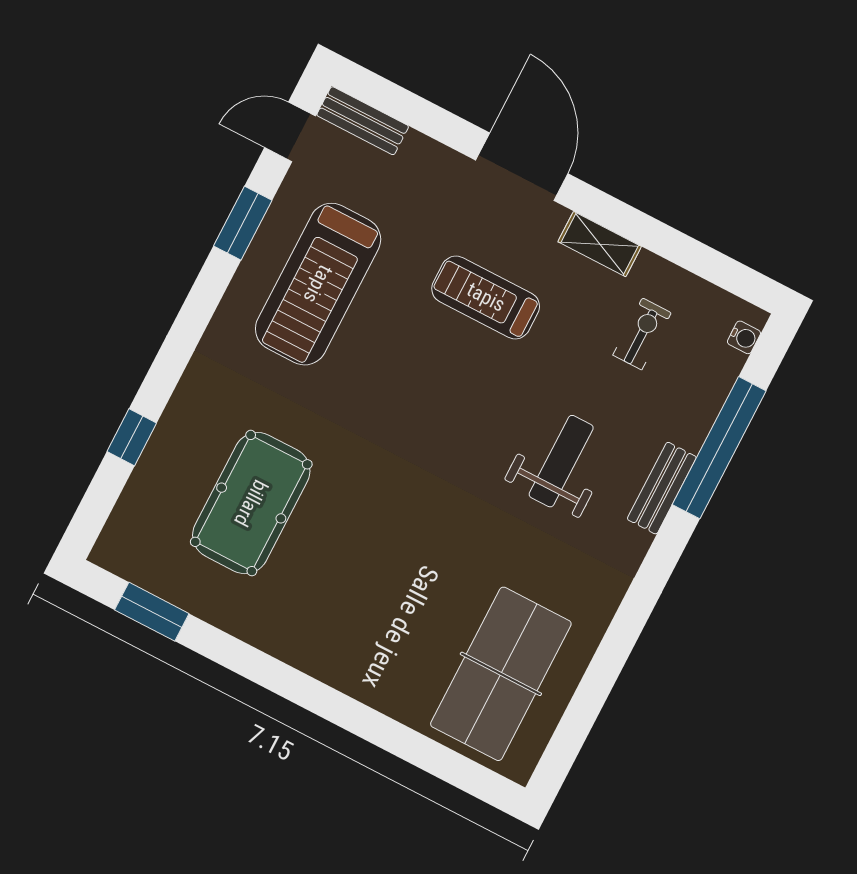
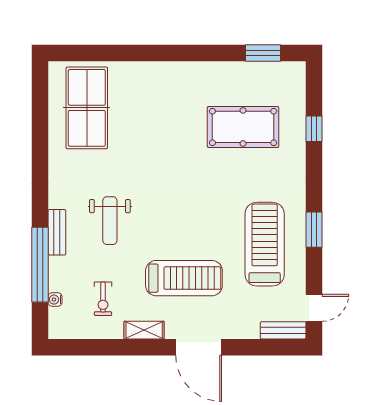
window: (243, 223) -> (314, 230), moved
treadmill: (486, 297) -> (184, 278), width x1.37, depth x1.38
water cooler: (744, 337) -> (55, 300), moved
pool table: (251, 503) -> (243, 127), turned 90

